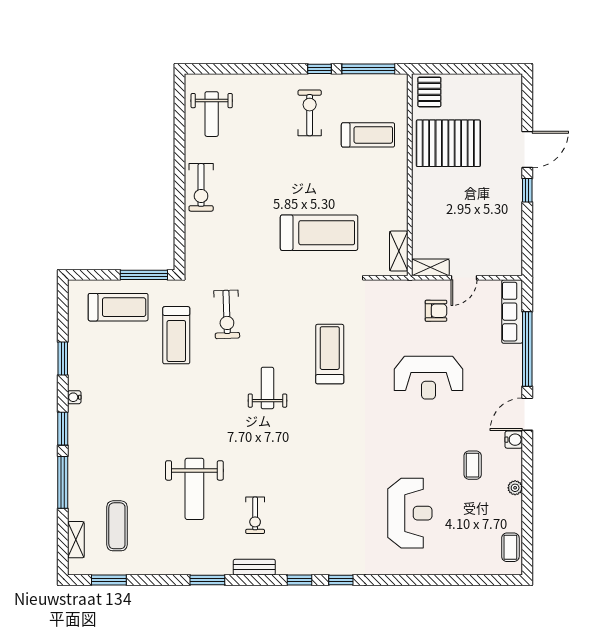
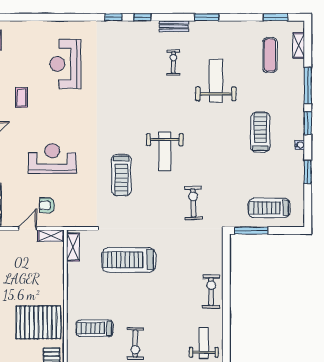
treadmill: (176, 335) -> (260, 132), moved
weight bench: (267, 388) -> (165, 151), width x1.36, depth x1.33

